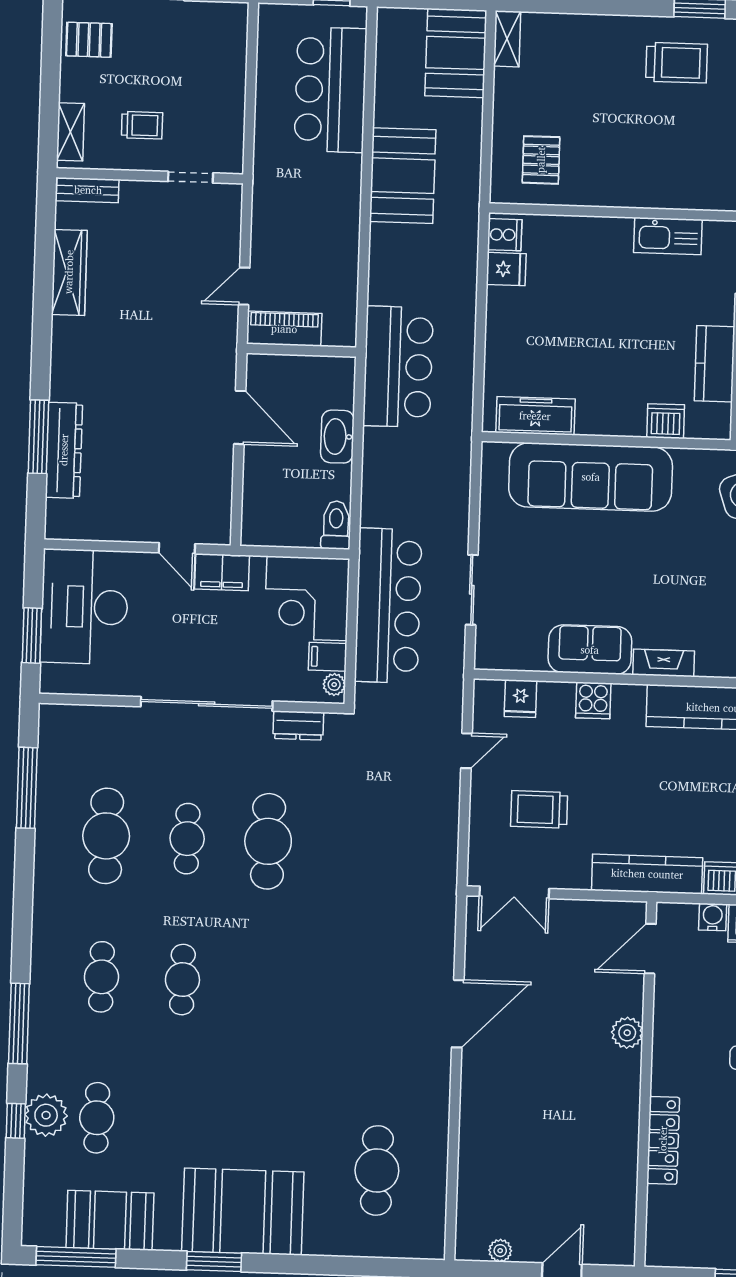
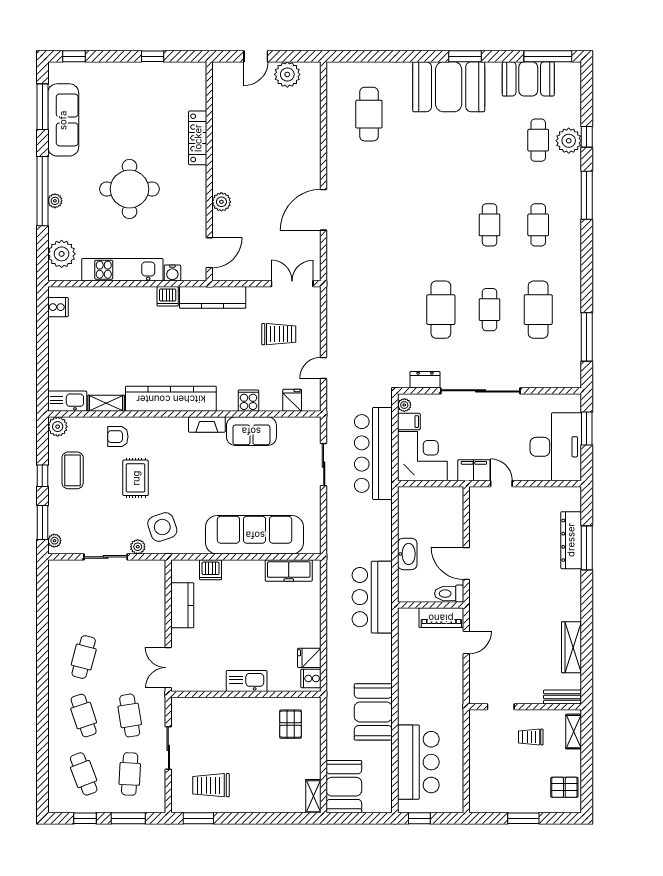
kitchen sink: (668, 236) -> (247, 681), moved
toilet: (336, 525) -> (449, 594), moved, turned 90
plant: (500, 1251) -> (287, 74), width x1.87, depth x1.87

